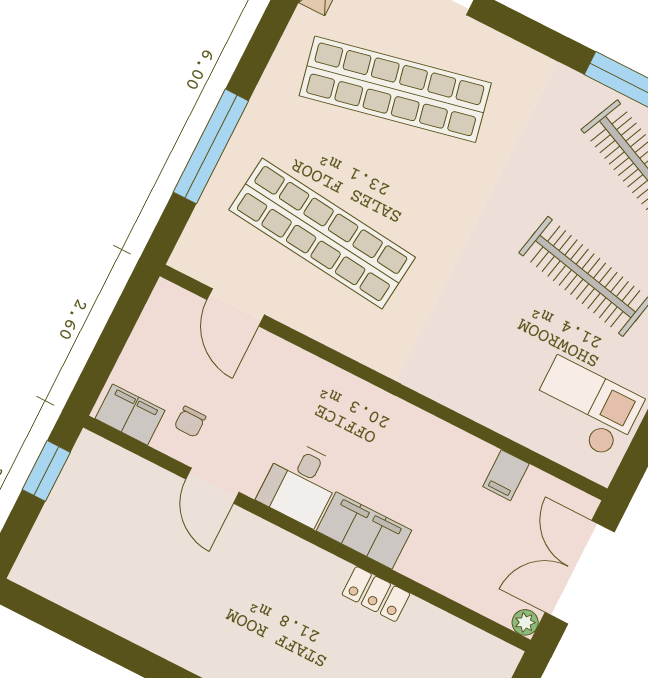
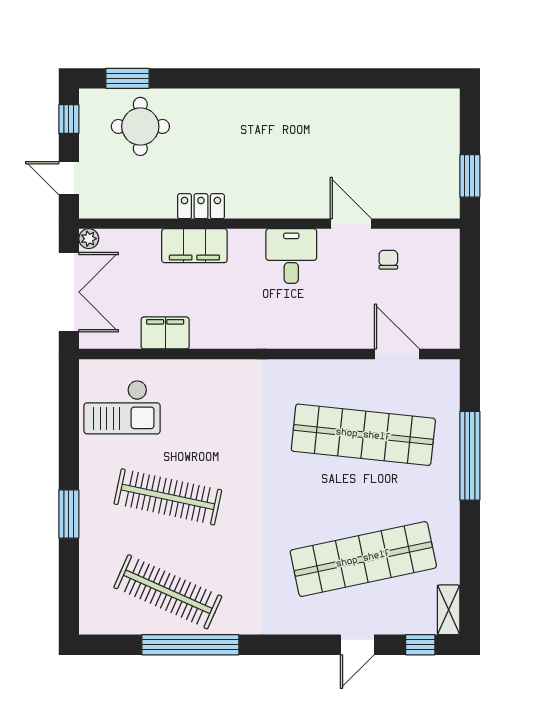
filing cabinet: (130, 415) -> (432, 244), removed
filing cabinet: (506, 475) -> (165, 333), width x2.00
filing cabinet: (364, 530) -> (194, 246), moved

